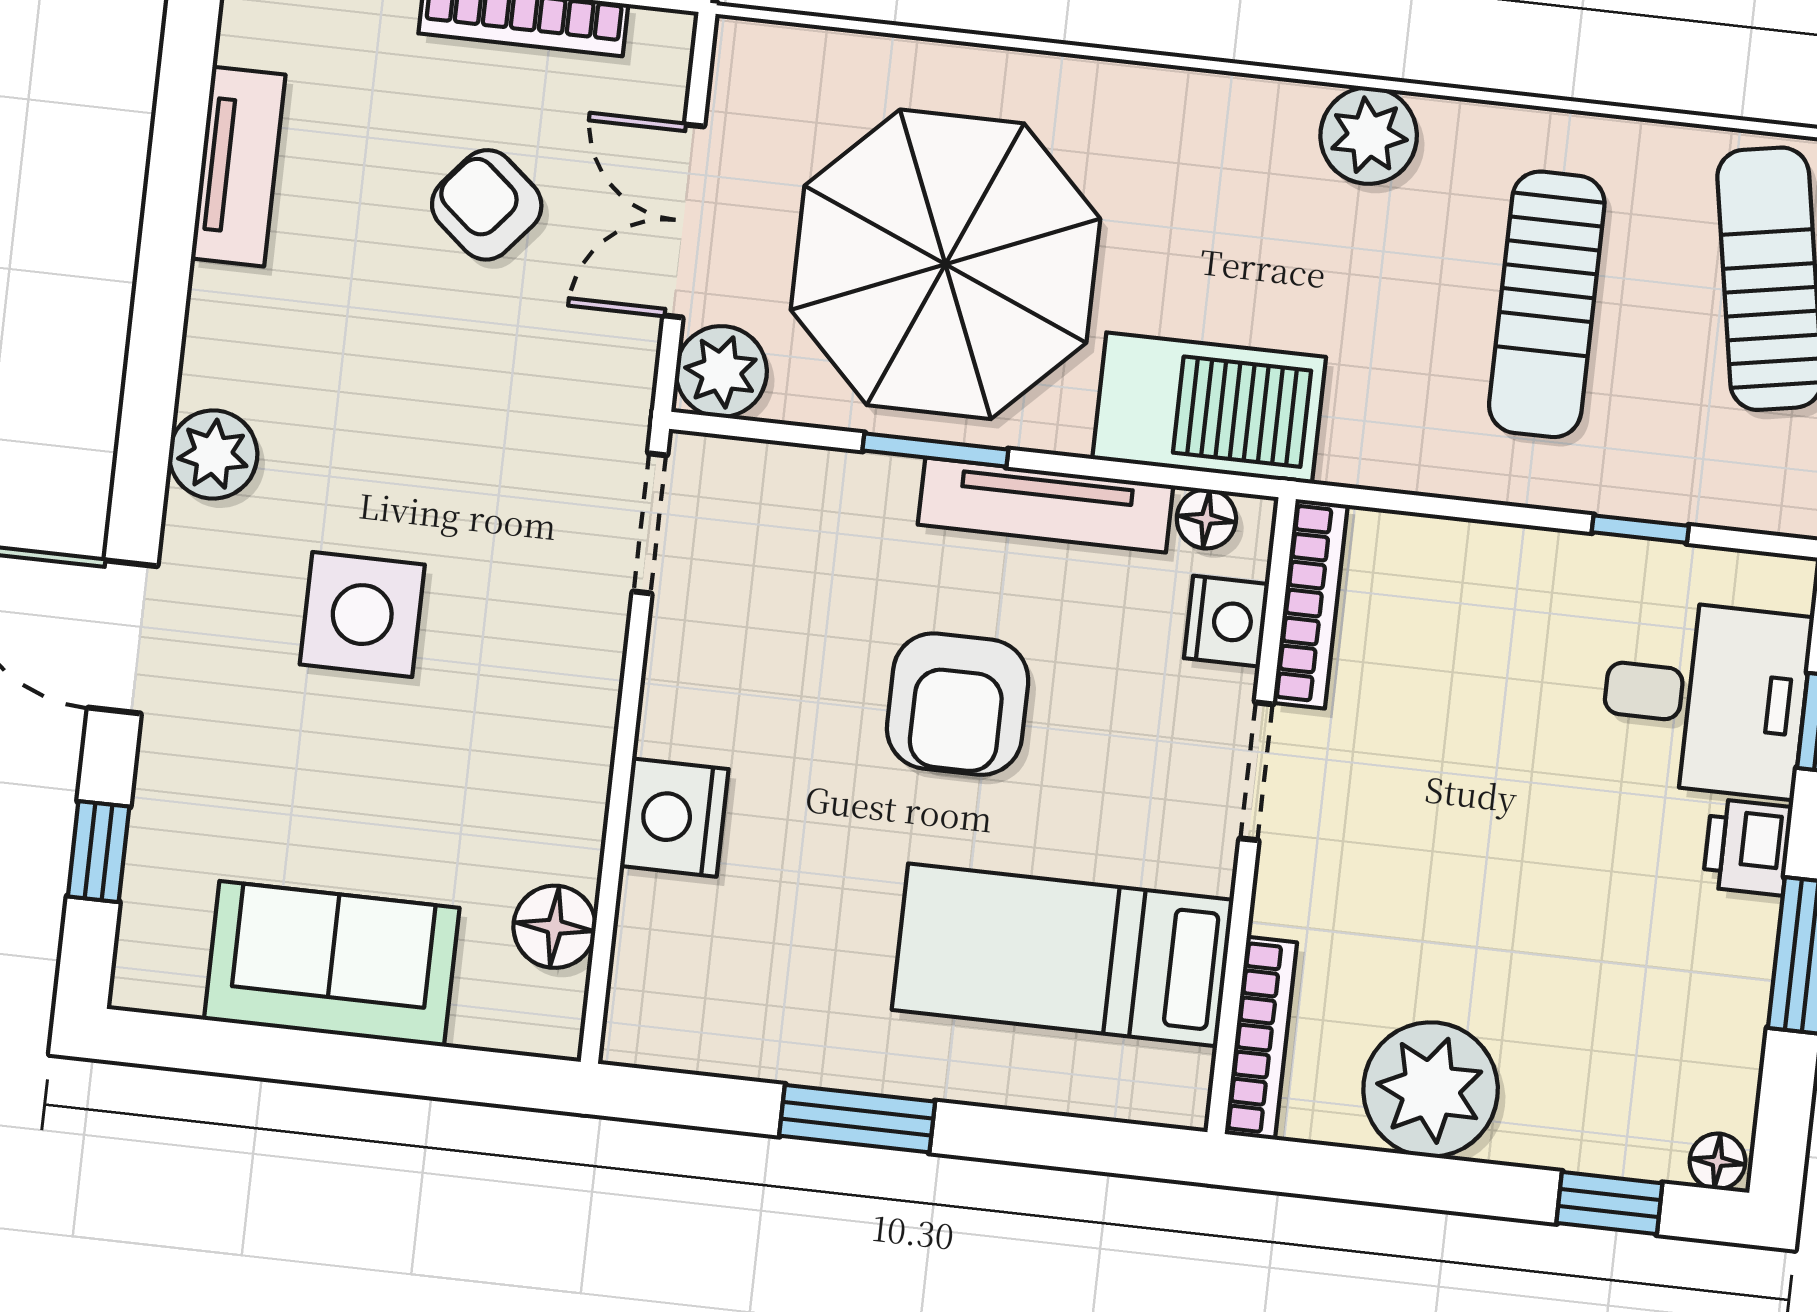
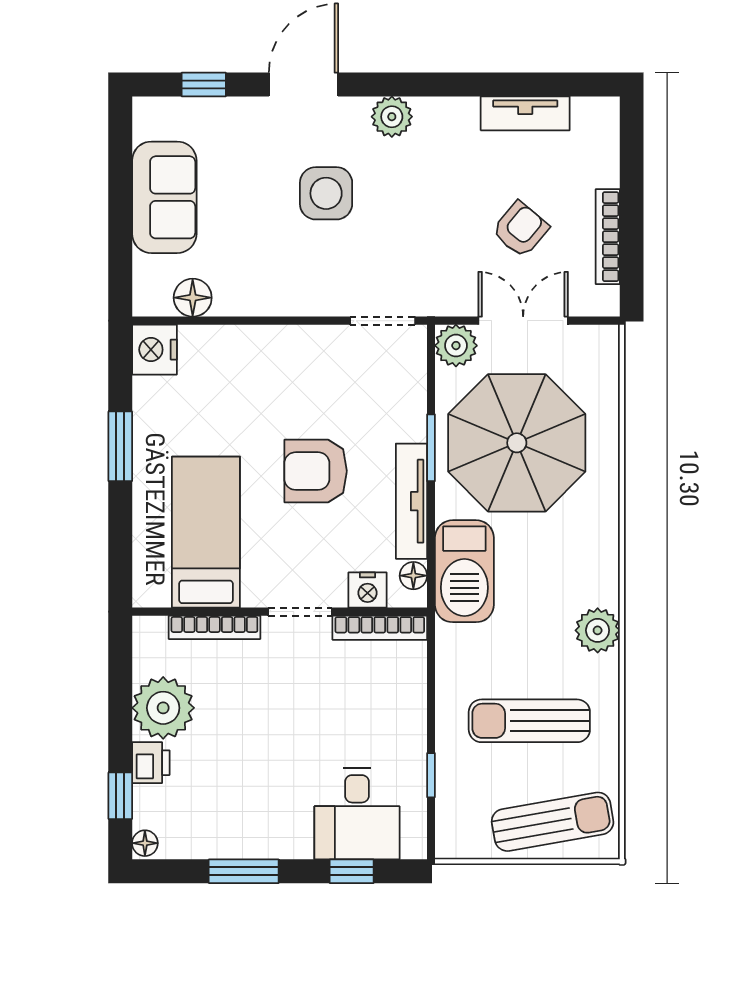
nightstand: (674, 818) -> (155, 350), moved, turned -90
printer: (1747, 847) -> (151, 763), moved, turned 90
bookcase: (1261, 1038) -> (214, 627), moved

